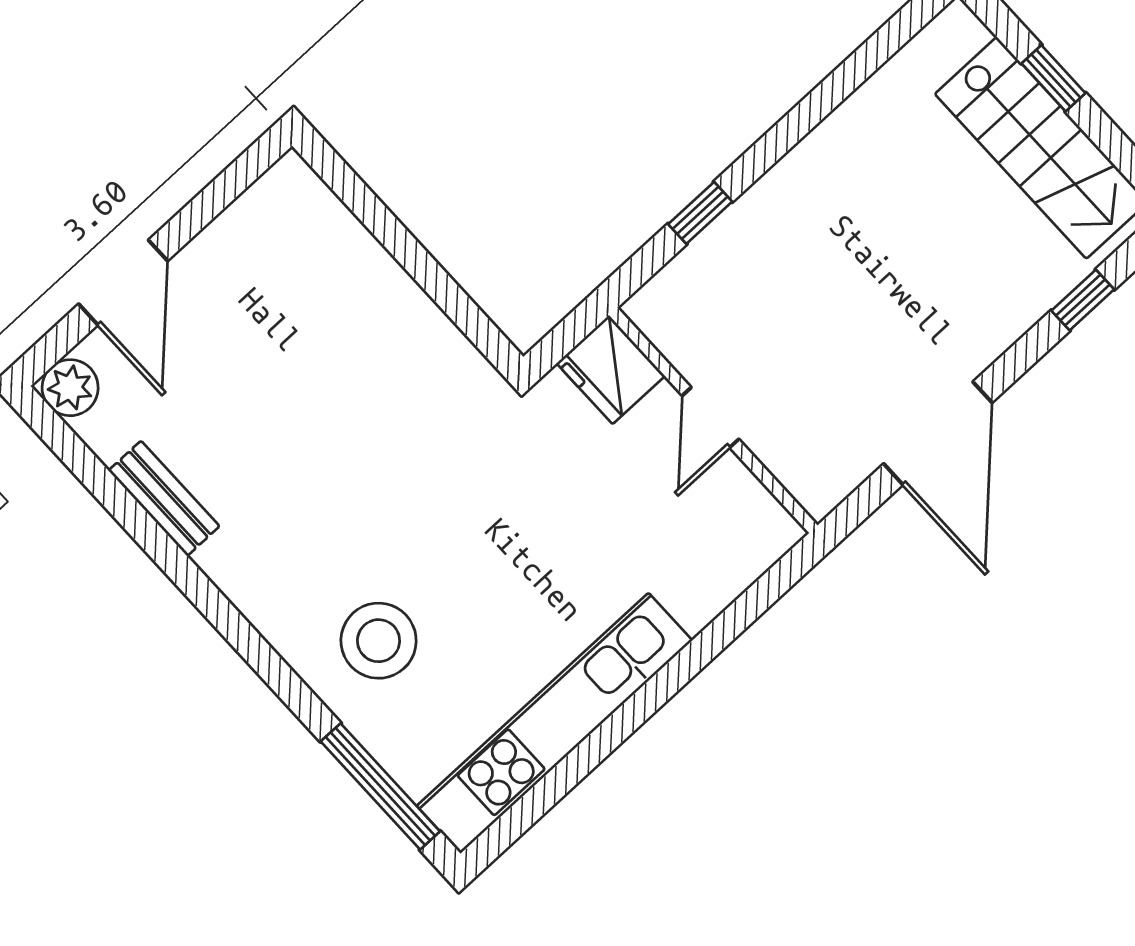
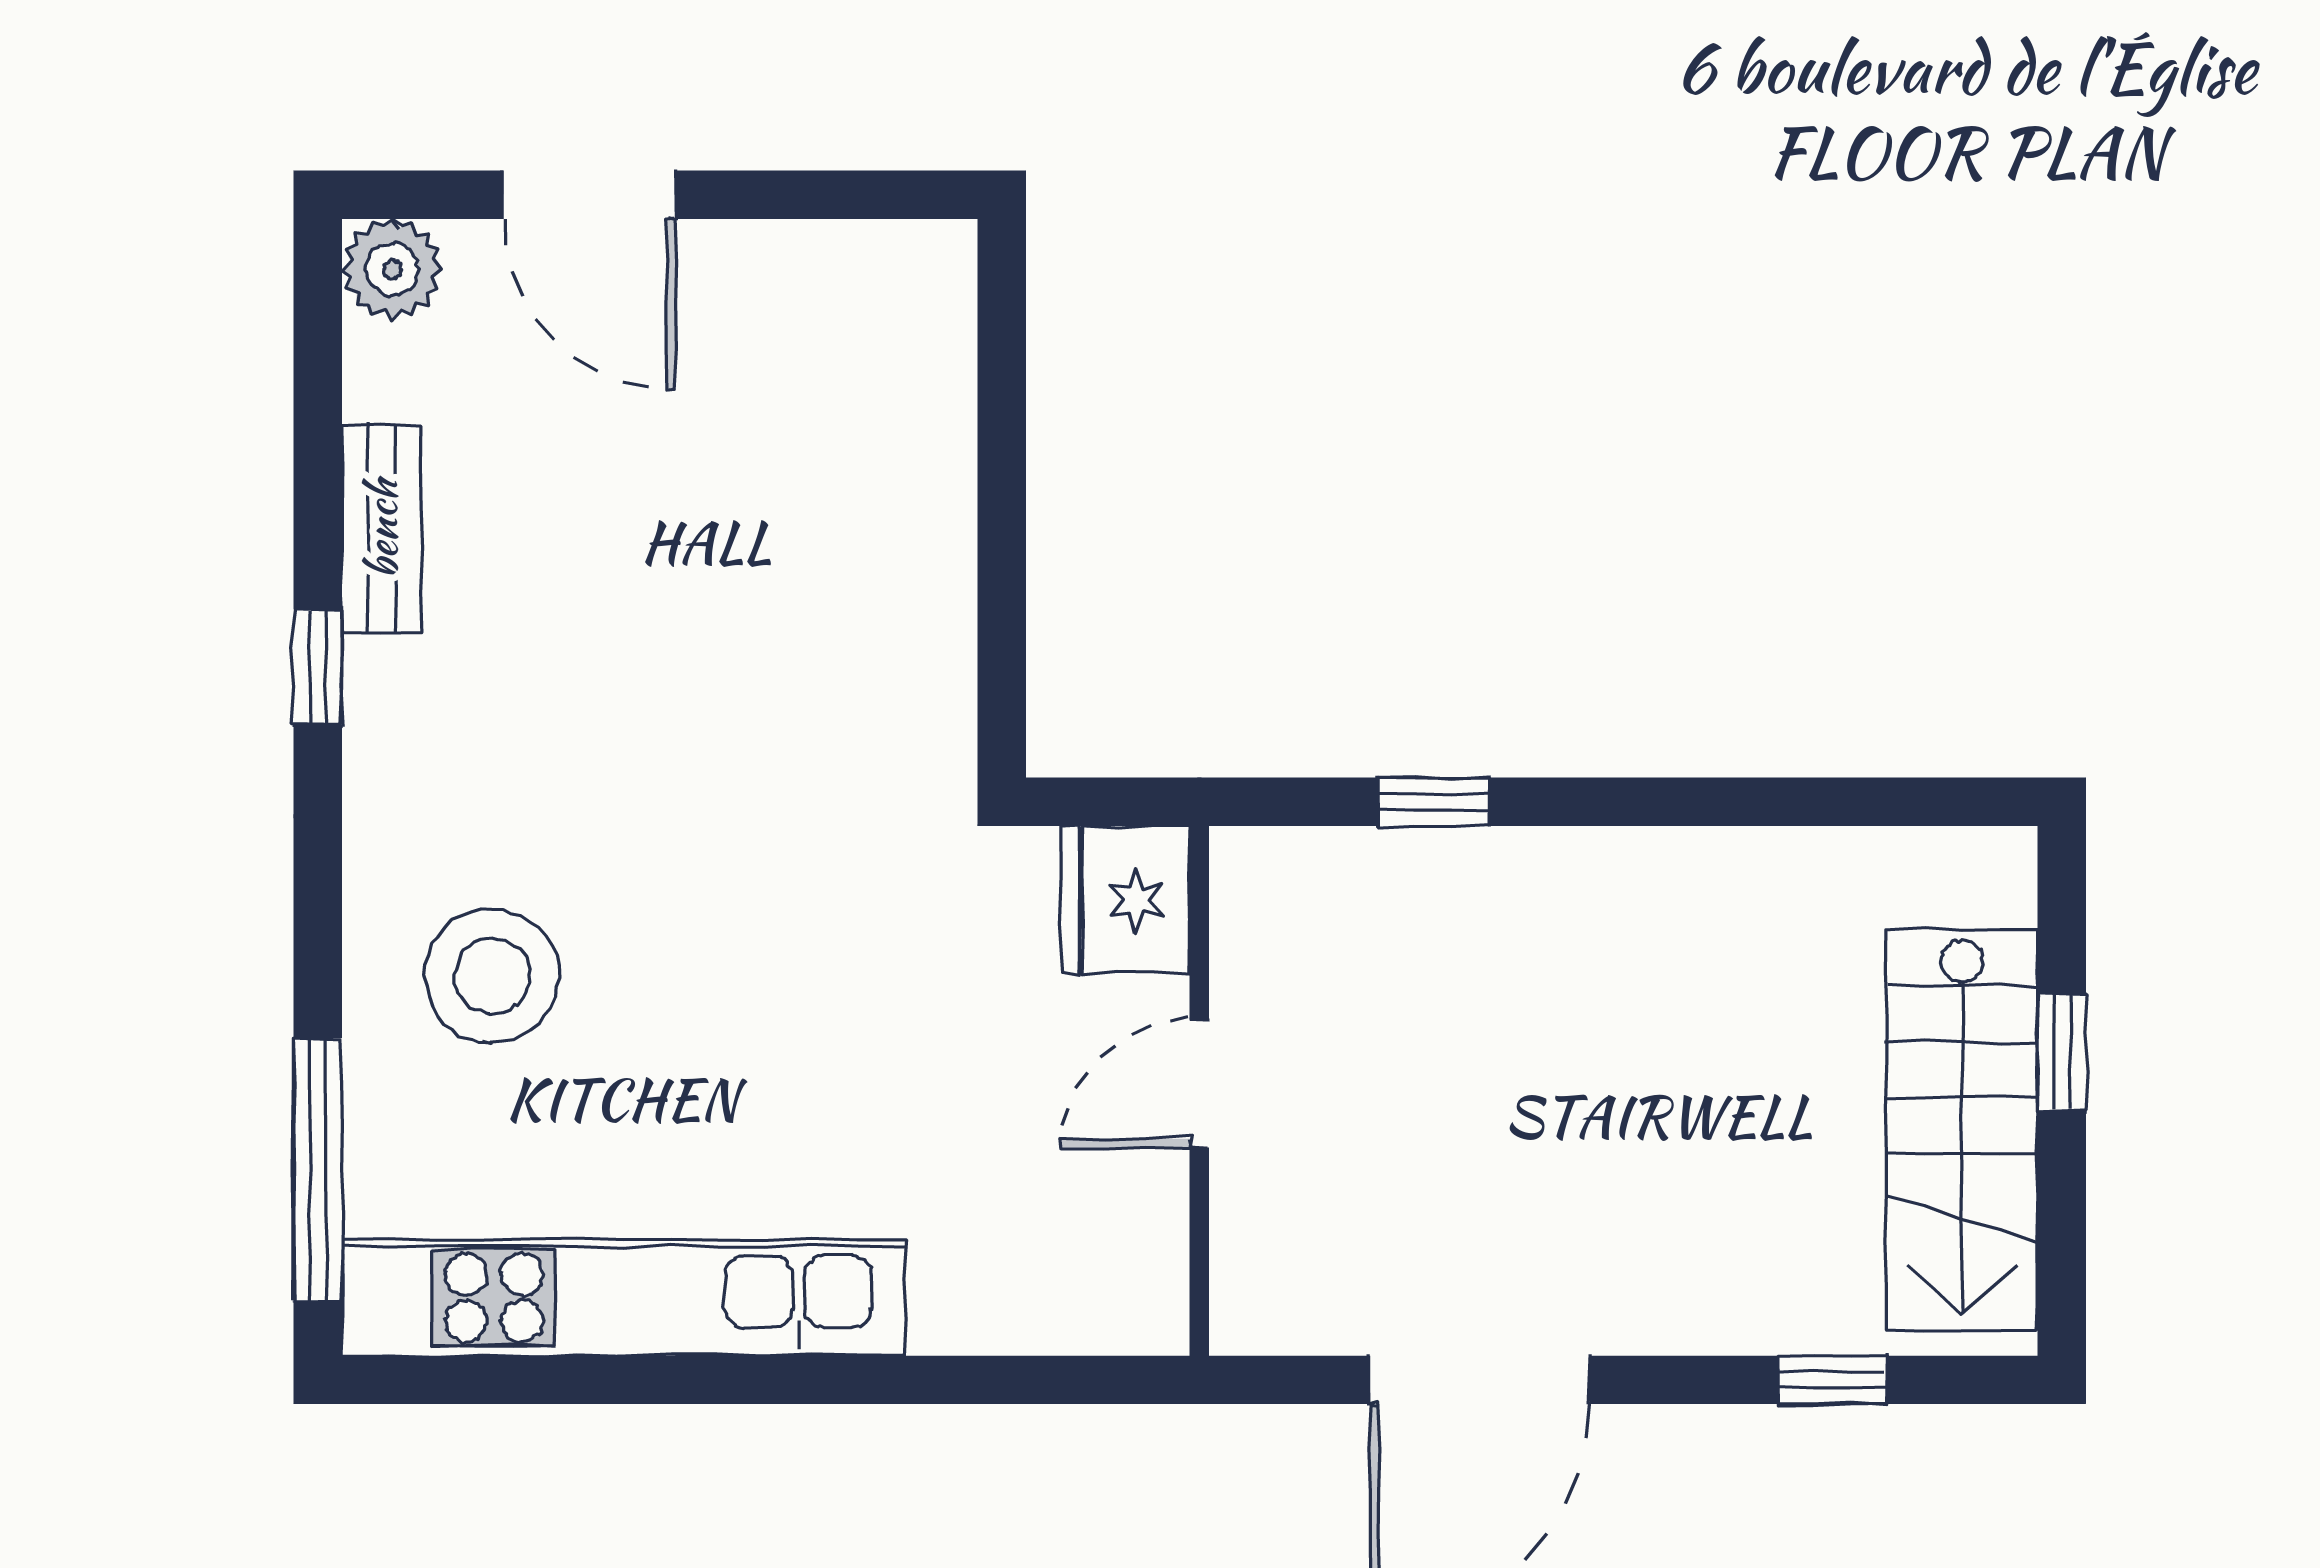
door: (123, 282) -> (589, 195), hinge flipped
window: (190, 580) -> (318, 667), added

